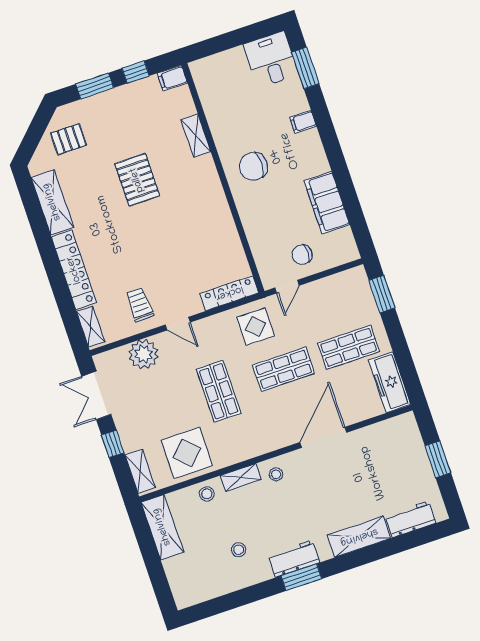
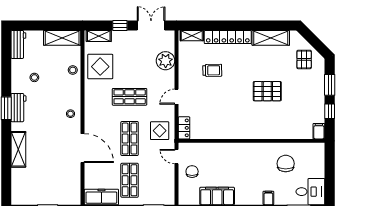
shelving: (196, 136) -> (281, 134), removed
chair: (253, 166) -> (286, 164), moved
locker: (229, 293) -> (184, 128), width x0.66
trolley: (140, 305) -> (212, 70), moved
door: (178, 324) -> (177, 97), moved
shelving: (241, 478) -> (76, 93), removed
workbench: (410, 519) -> (18, 44), moved

